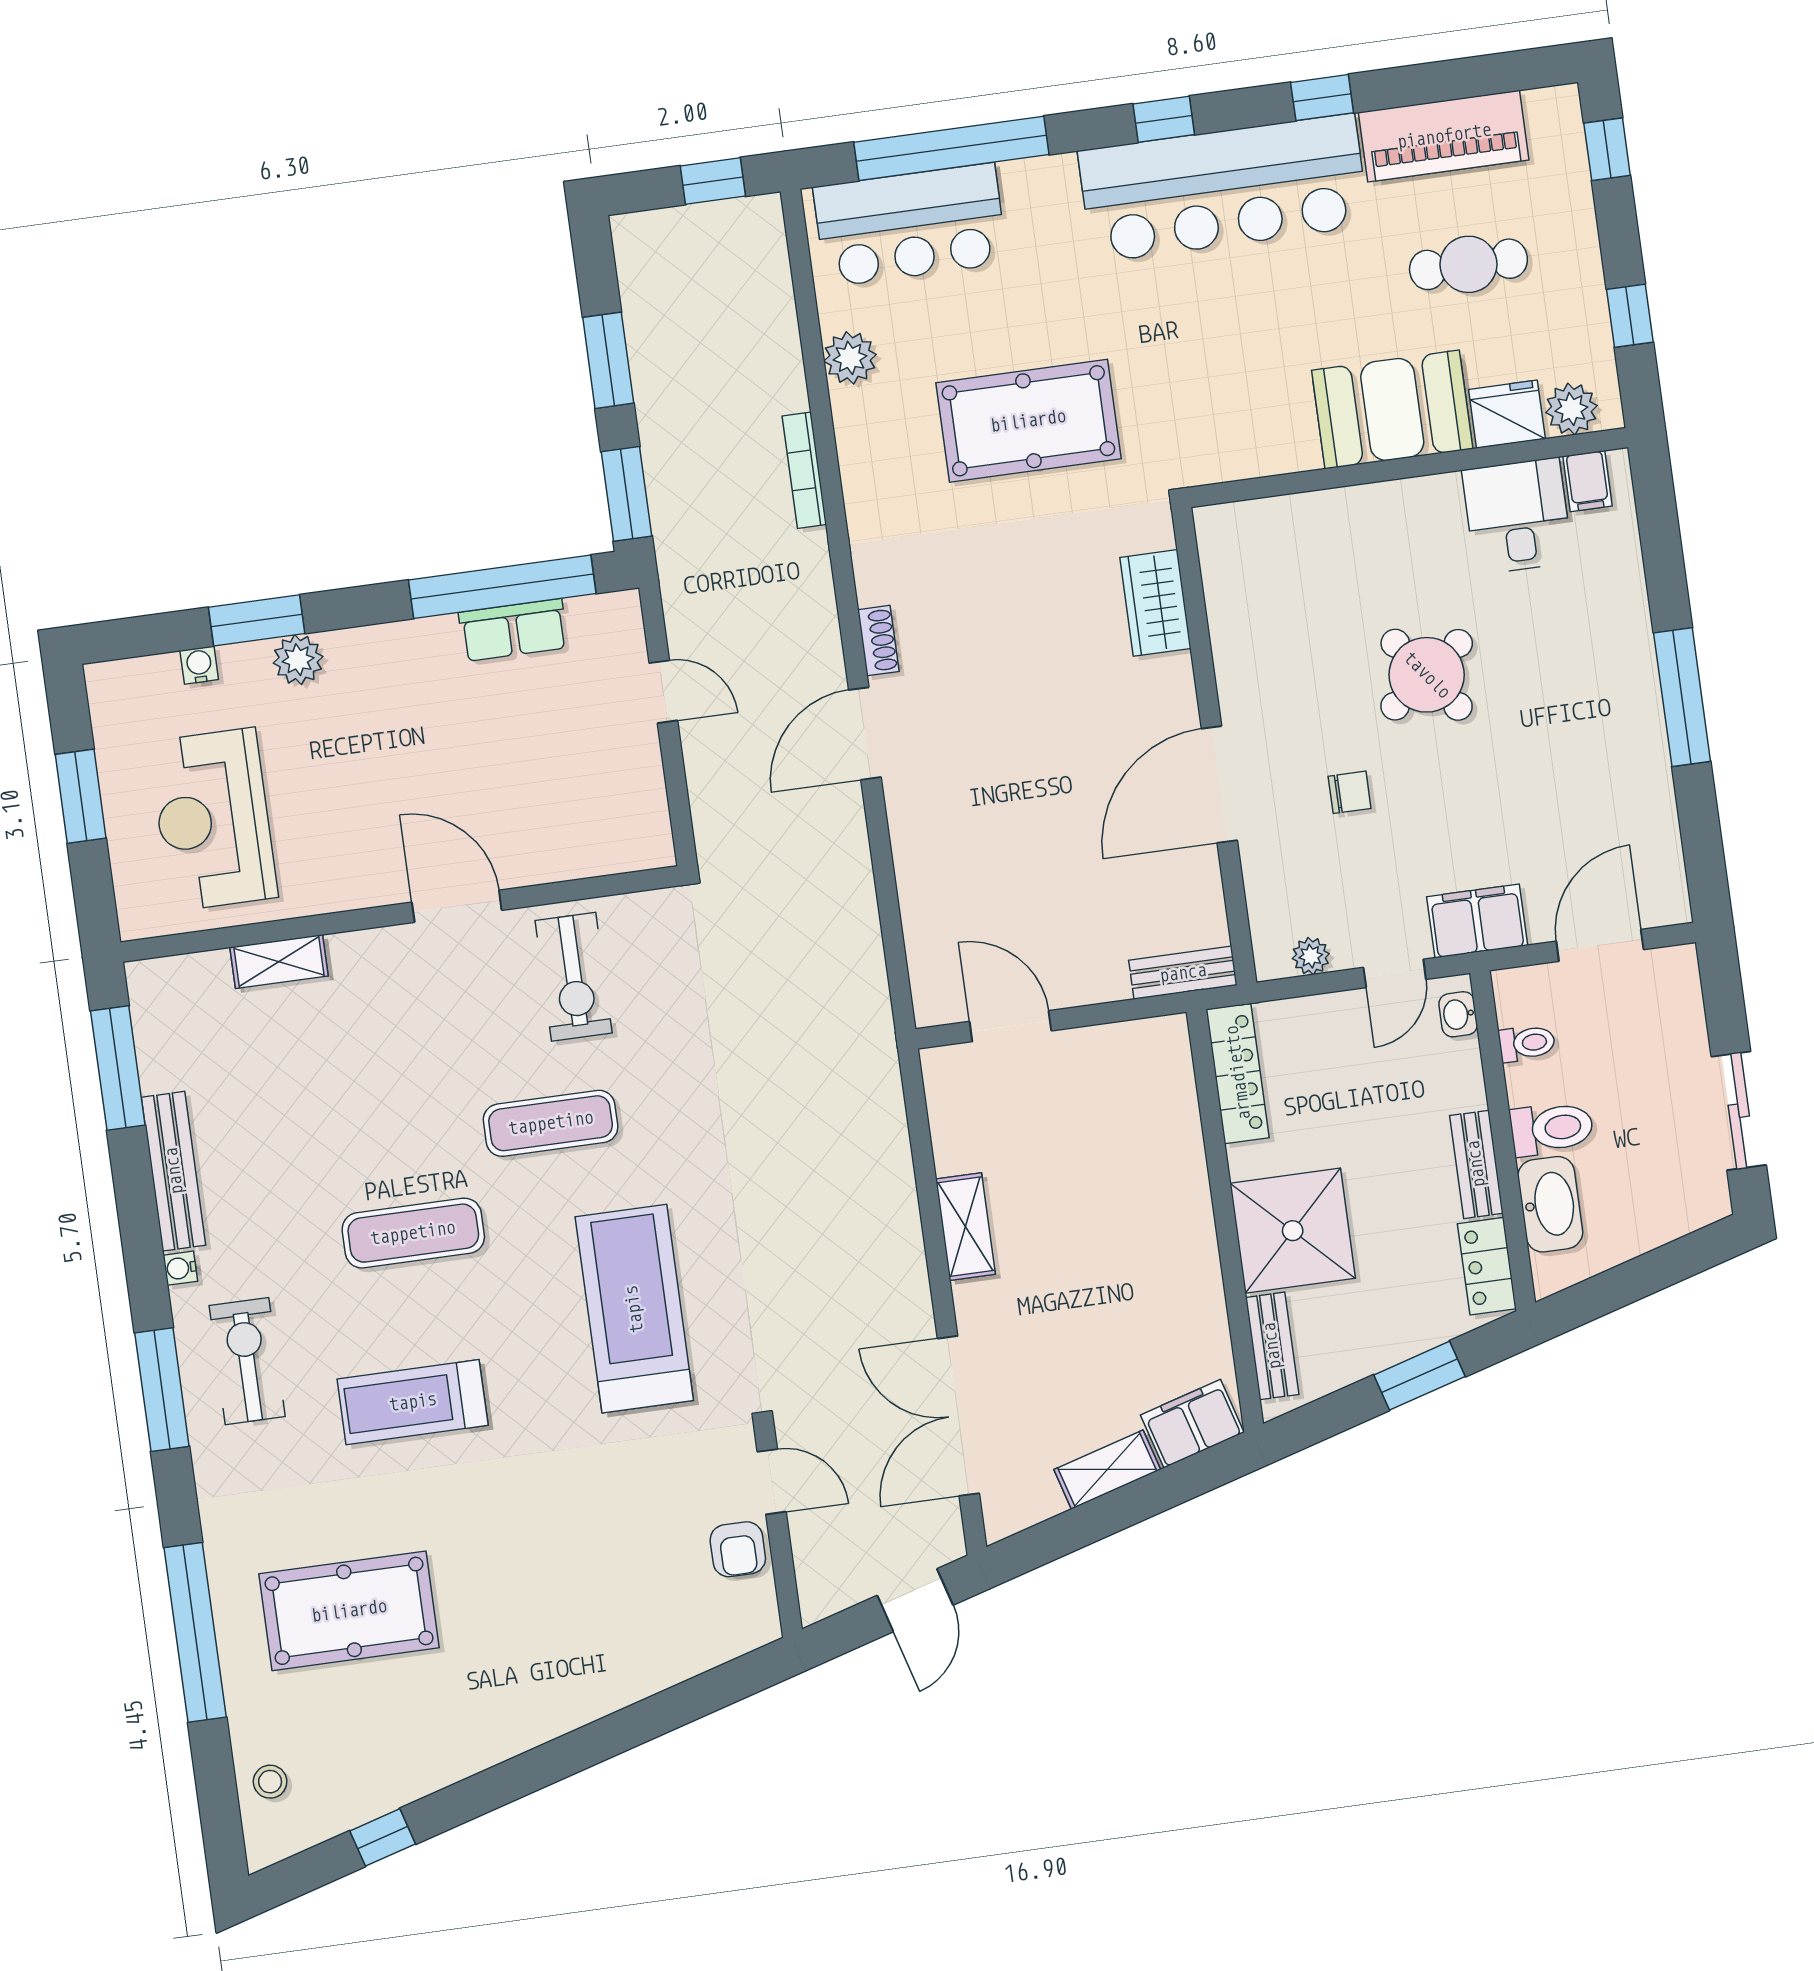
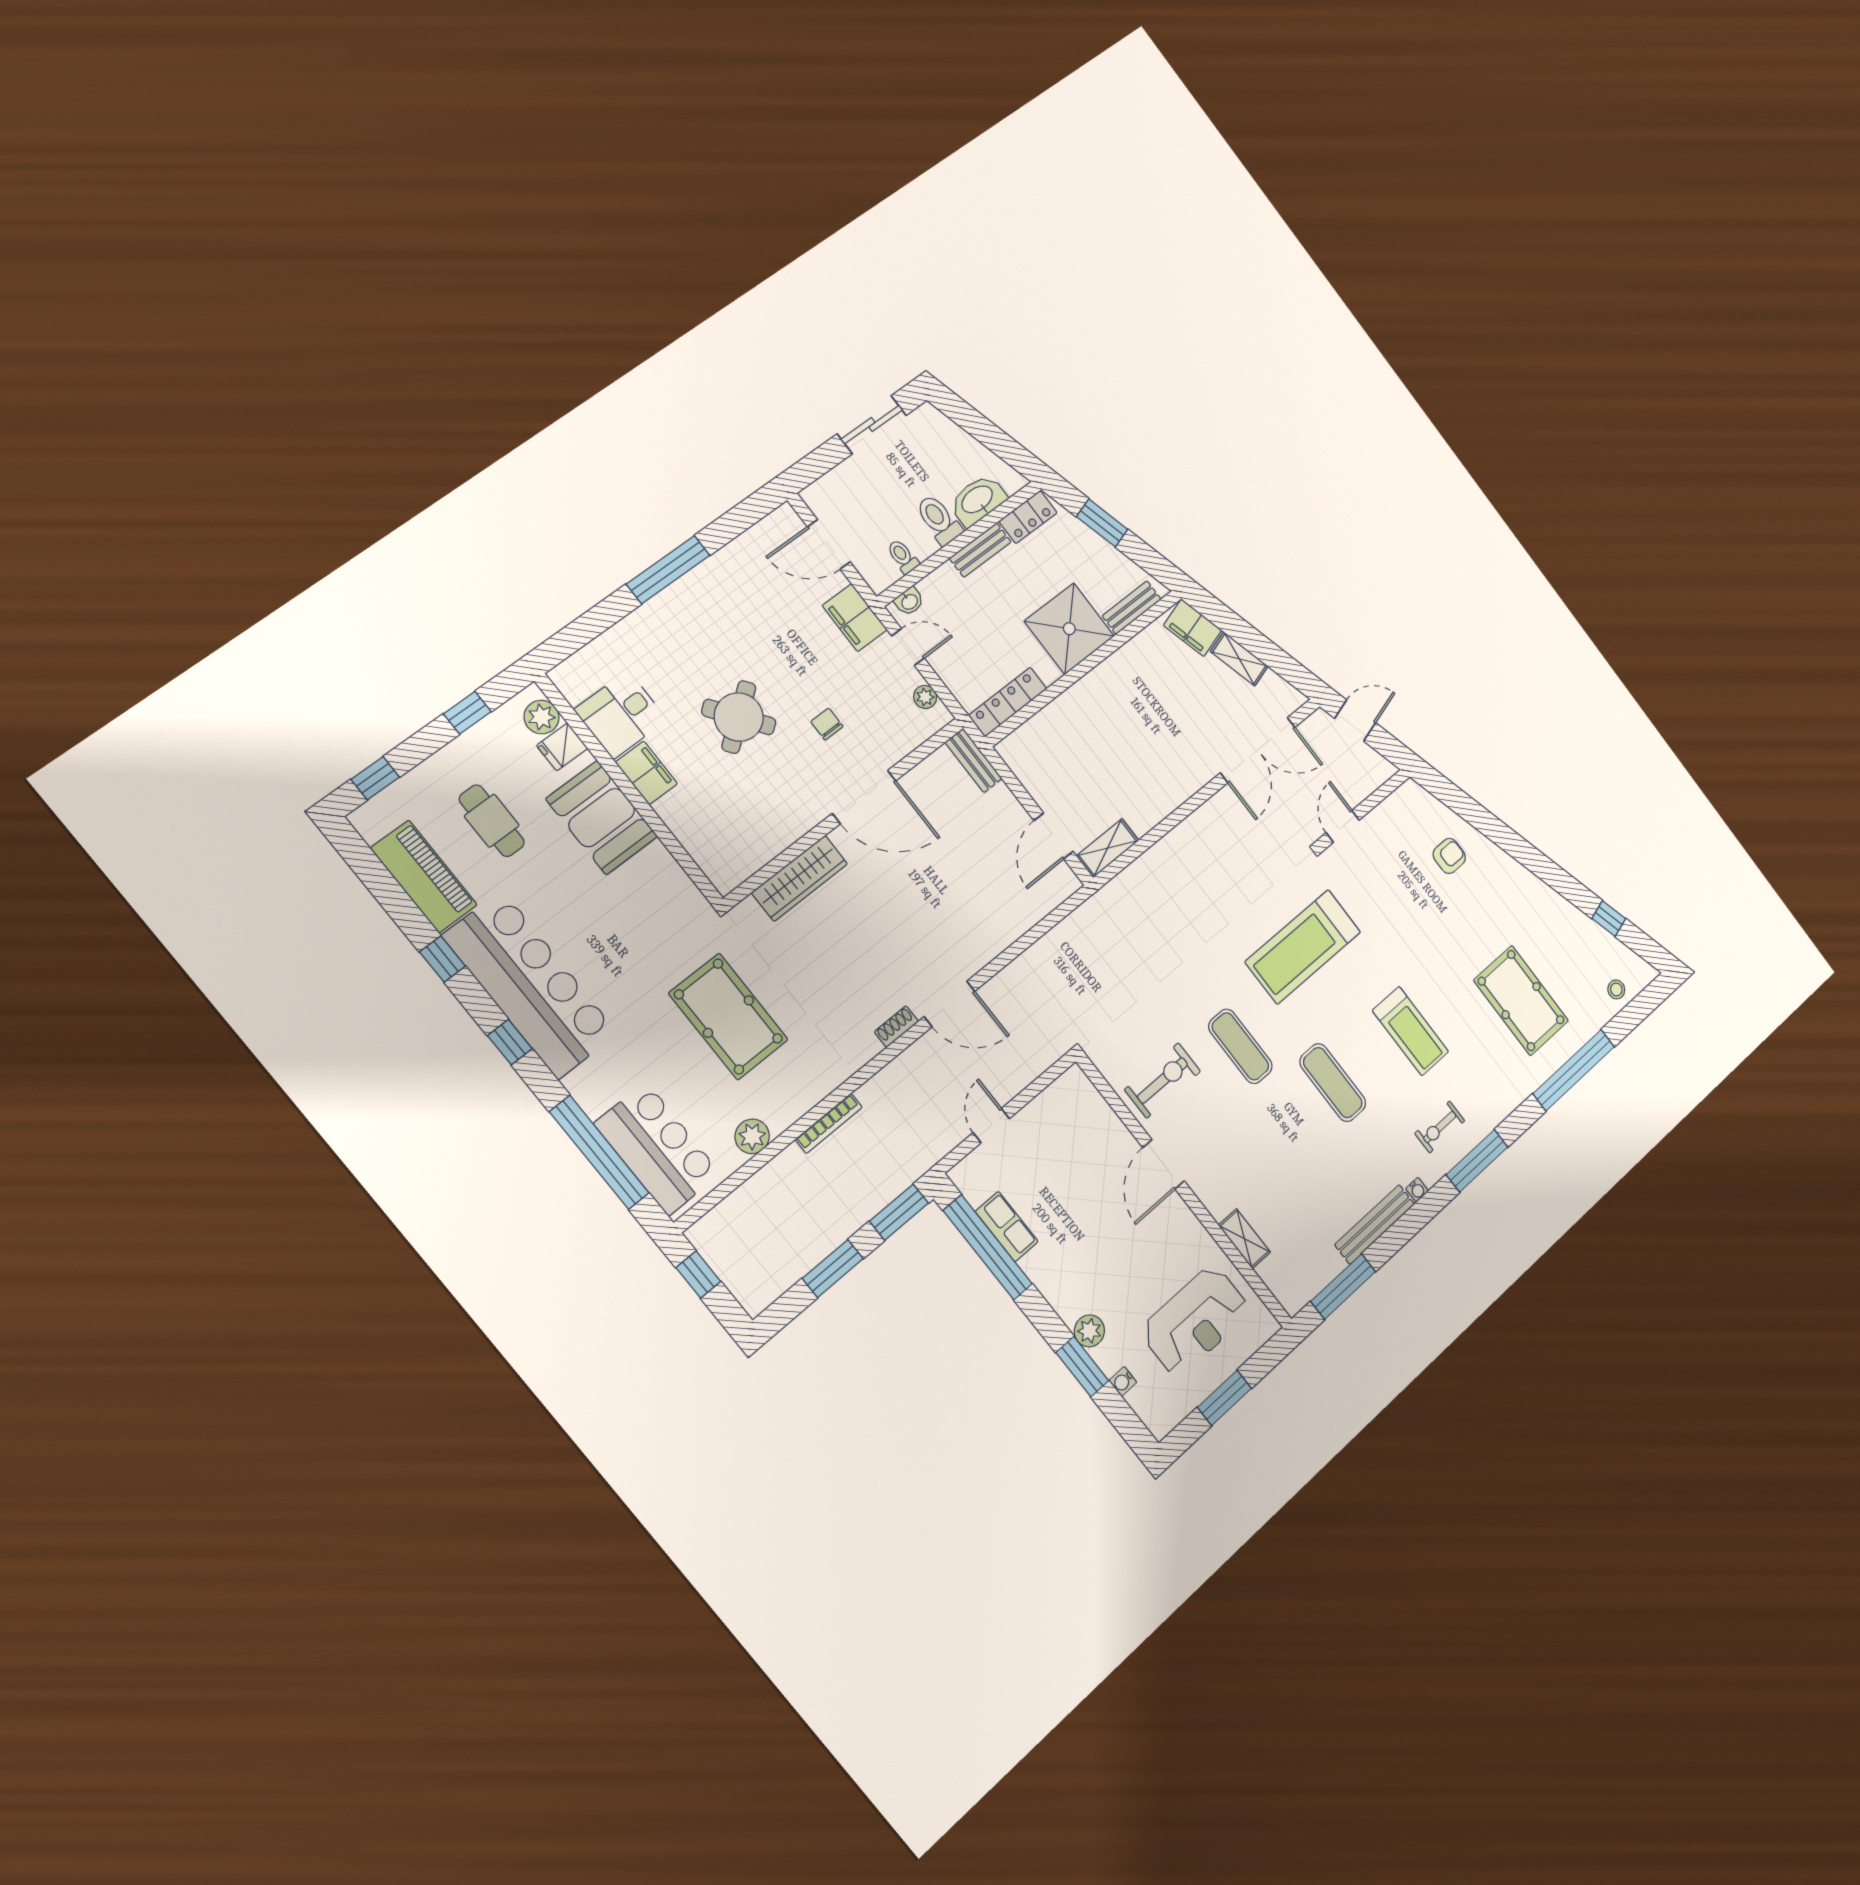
fridge: (1507, 414) -> (562, 747), width x0.72
filing cabinet: (1588, 481) -> (646, 773), moved, width x2.00
wardrobe: (1155, 603) -> (800, 878), width x1.50
shelving: (965, 1227) -> (1108, 848), moved
exercise bike: (247, 1361) -> (1440, 1127), width x0.73, depth x0.72
armchair: (738, 1549) -> (1449, 856), moved

